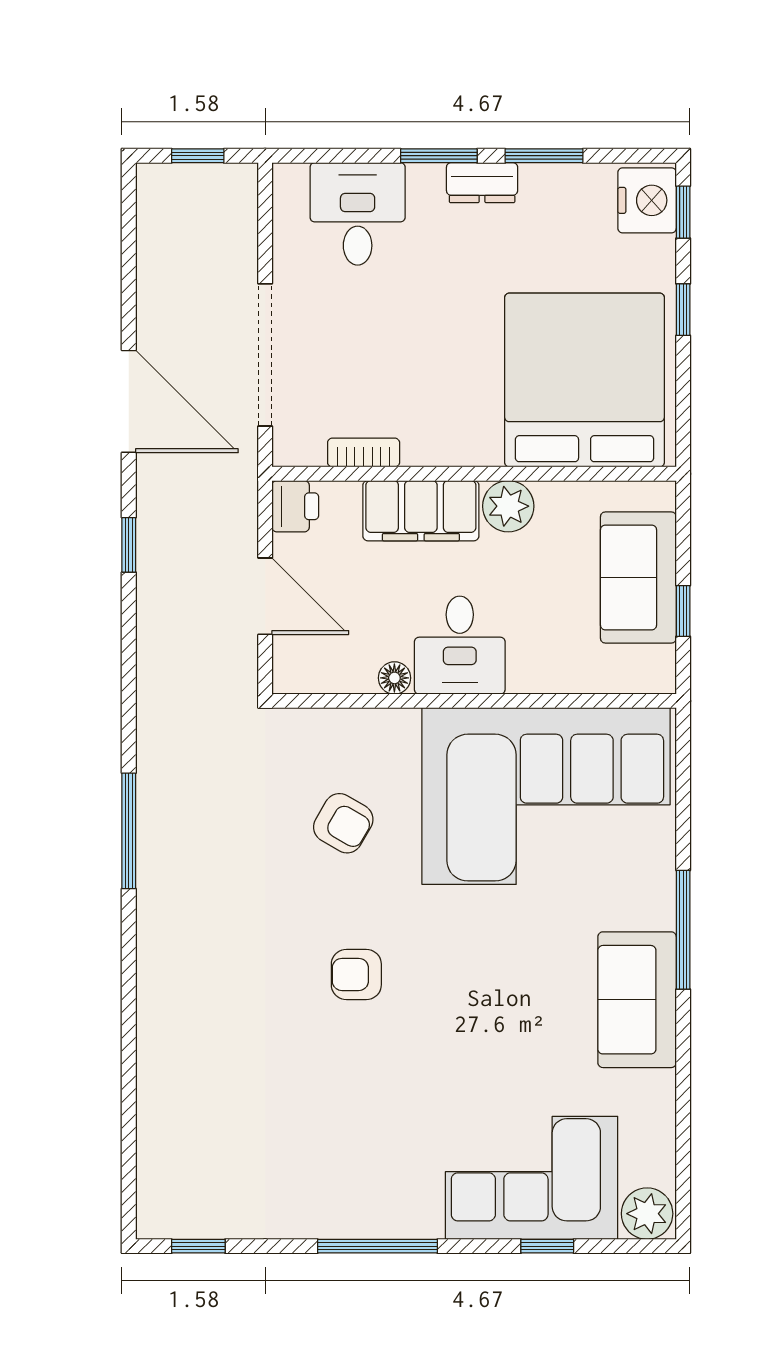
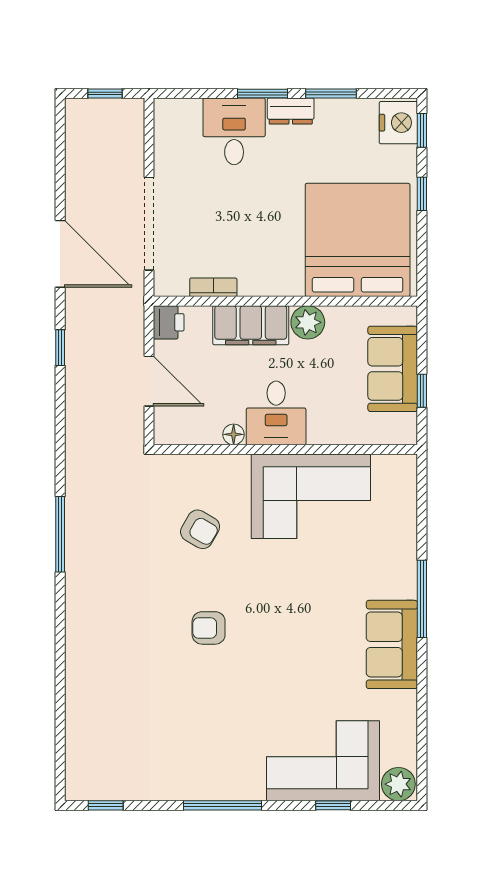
desk: (358, 214) -> (234, 131), moved
corner sofa: (546, 796) -> (311, 496), width x0.73, depth x0.74

